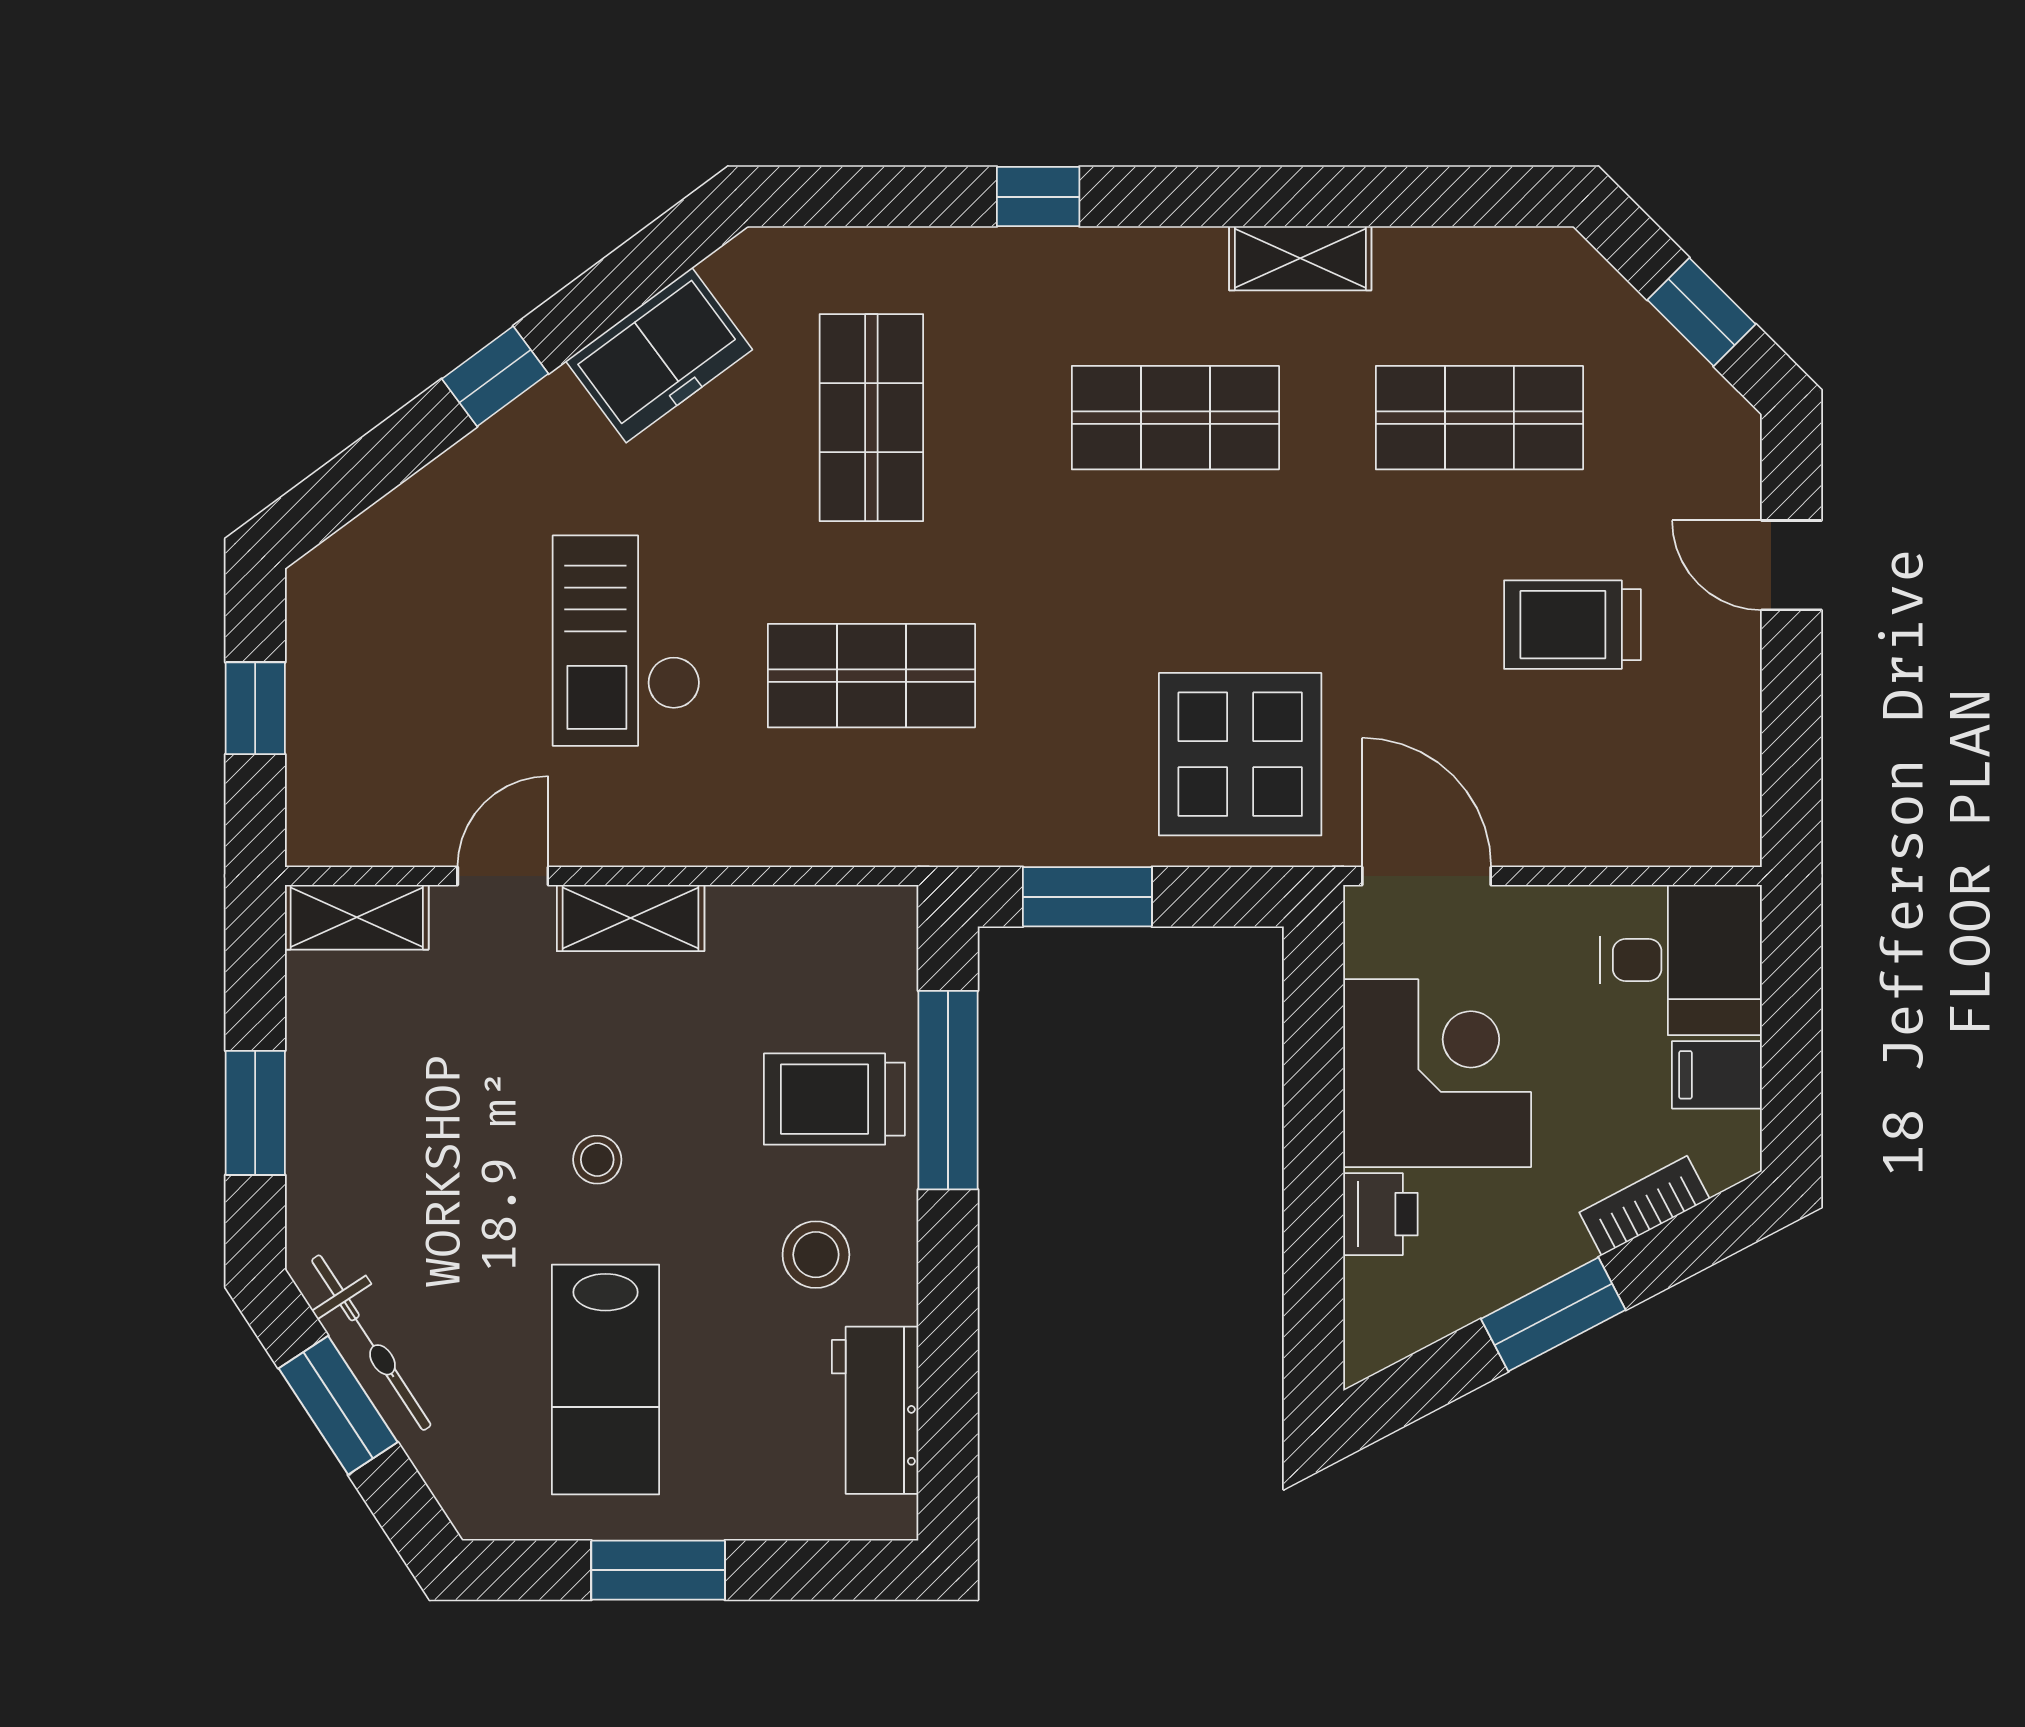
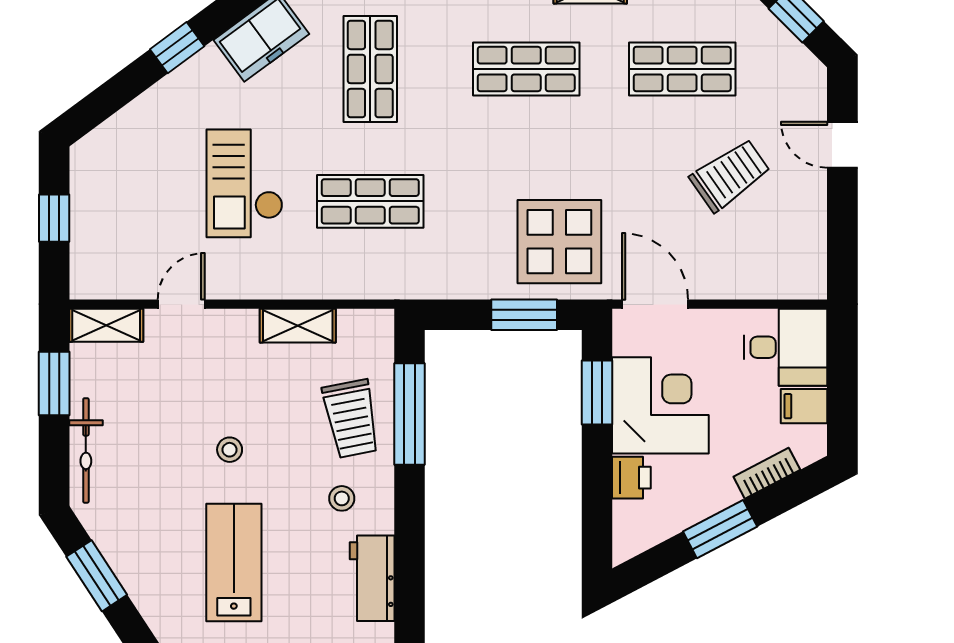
trolley: (1573, 625) -> (730, 175), turned 145
window: (1087, 897) -> (524, 315), moved
shelving: (631, 918) -> (298, 326), moved
window: (1314, 1048) -> (597, 393), added
trolley: (834, 1099) -> (351, 419), turned -101
window: (255, 1113) -> (54, 383), moved
stool: (816, 1255) -> (342, 498), width x0.73, depth x0.73
bicycle: (371, 1343) -> (86, 450), moved, turned 33
lab bench: (606, 1380) -> (234, 562), turned 180

